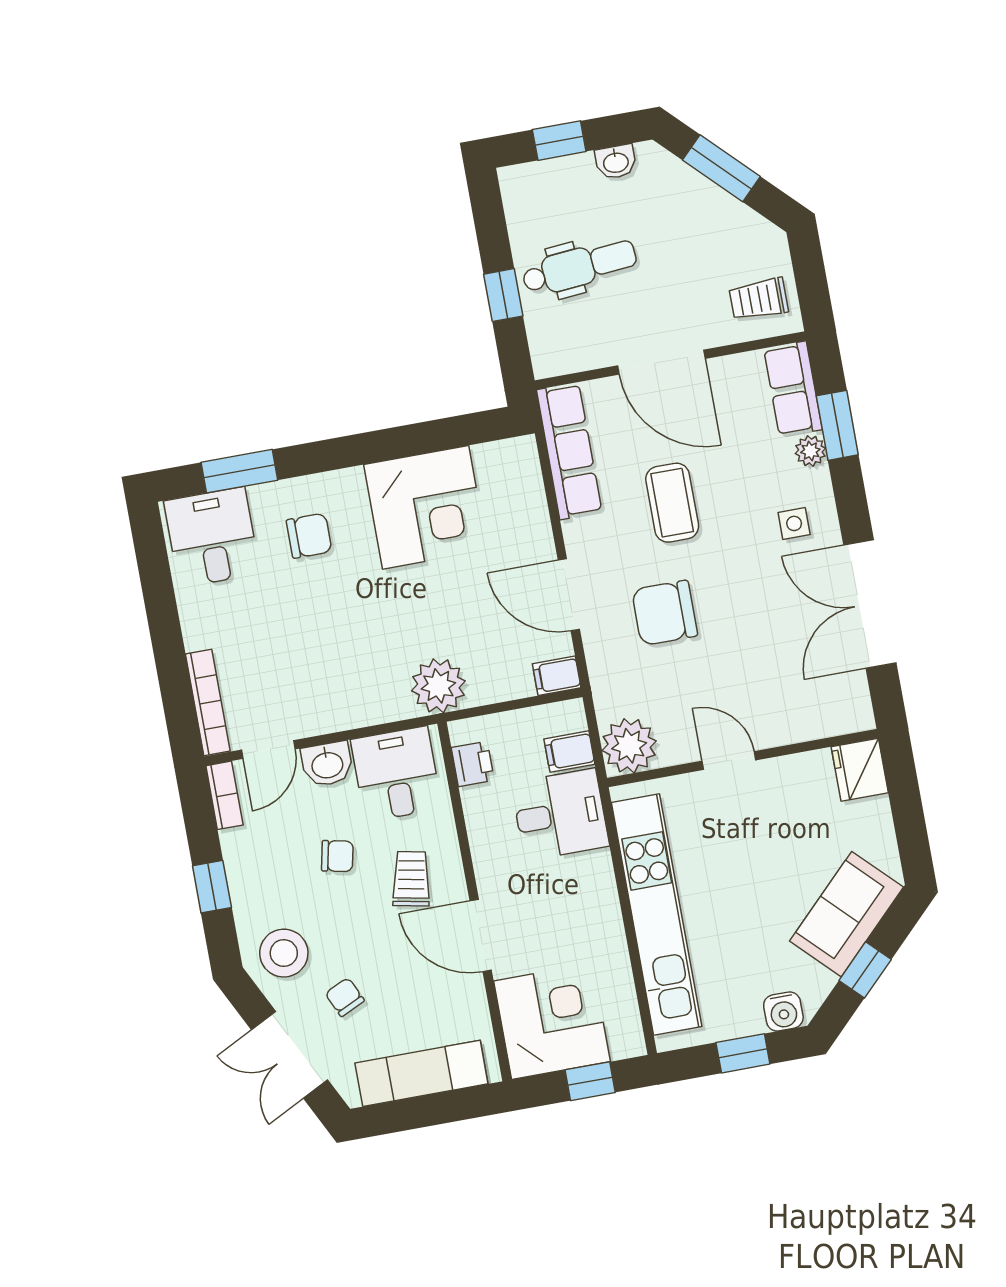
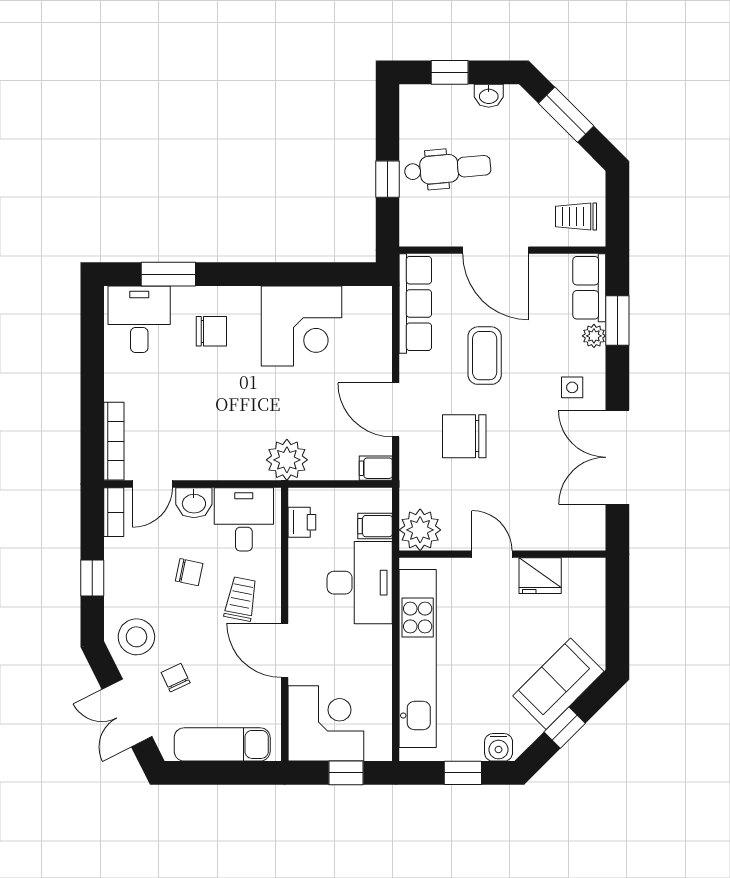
fridge: (860, 770) -> (540, 576), moved, turned -90
desk: (560, 814) -> (360, 583), width x1.37

